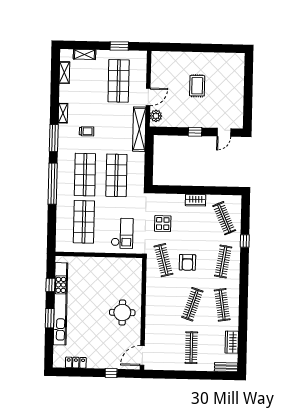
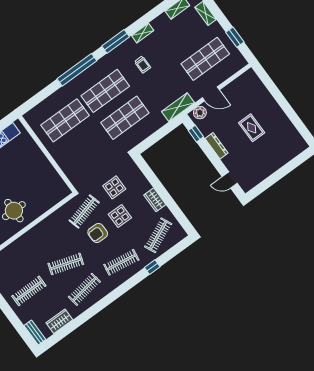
rug: (197, 86) -> (252, 128), turned 90
dresser: (190, 123) -> (216, 146), added
shelving: (139, 129) -> (178, 107), width x0.68
window: (195, 132) -> (196, 134), moved
checkout: (122, 233) -> (80, 160), removed
display table: (187, 236) -> (120, 216), added

